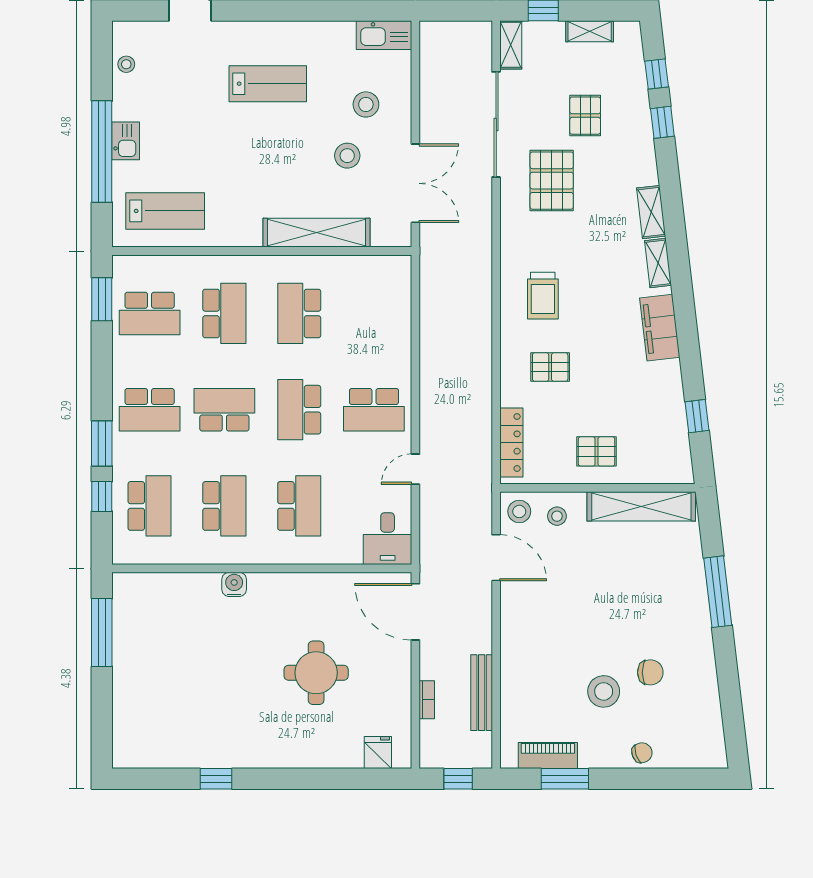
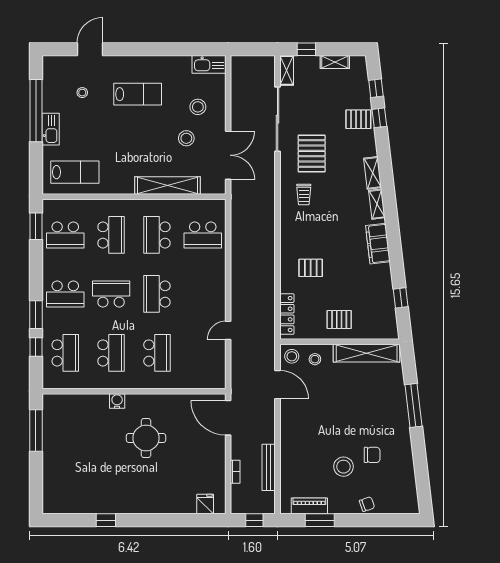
stool: (126, 64) -> (82, 93), moved
pallet: (585, 116) -> (358, 119), moved, turned 90
kitchen sink: (126, 141) -> (51, 129), width x1.38
window: (102, 152) -> (36, 111), moved
trolley: (543, 296) -> (304, 194), moved, width x0.73, depth x0.72
school desk: (374, 410) -> (203, 235), moved
desk: (388, 539) -> (211, 373), removed
round table: (316, 673) -> (146, 438), moved

